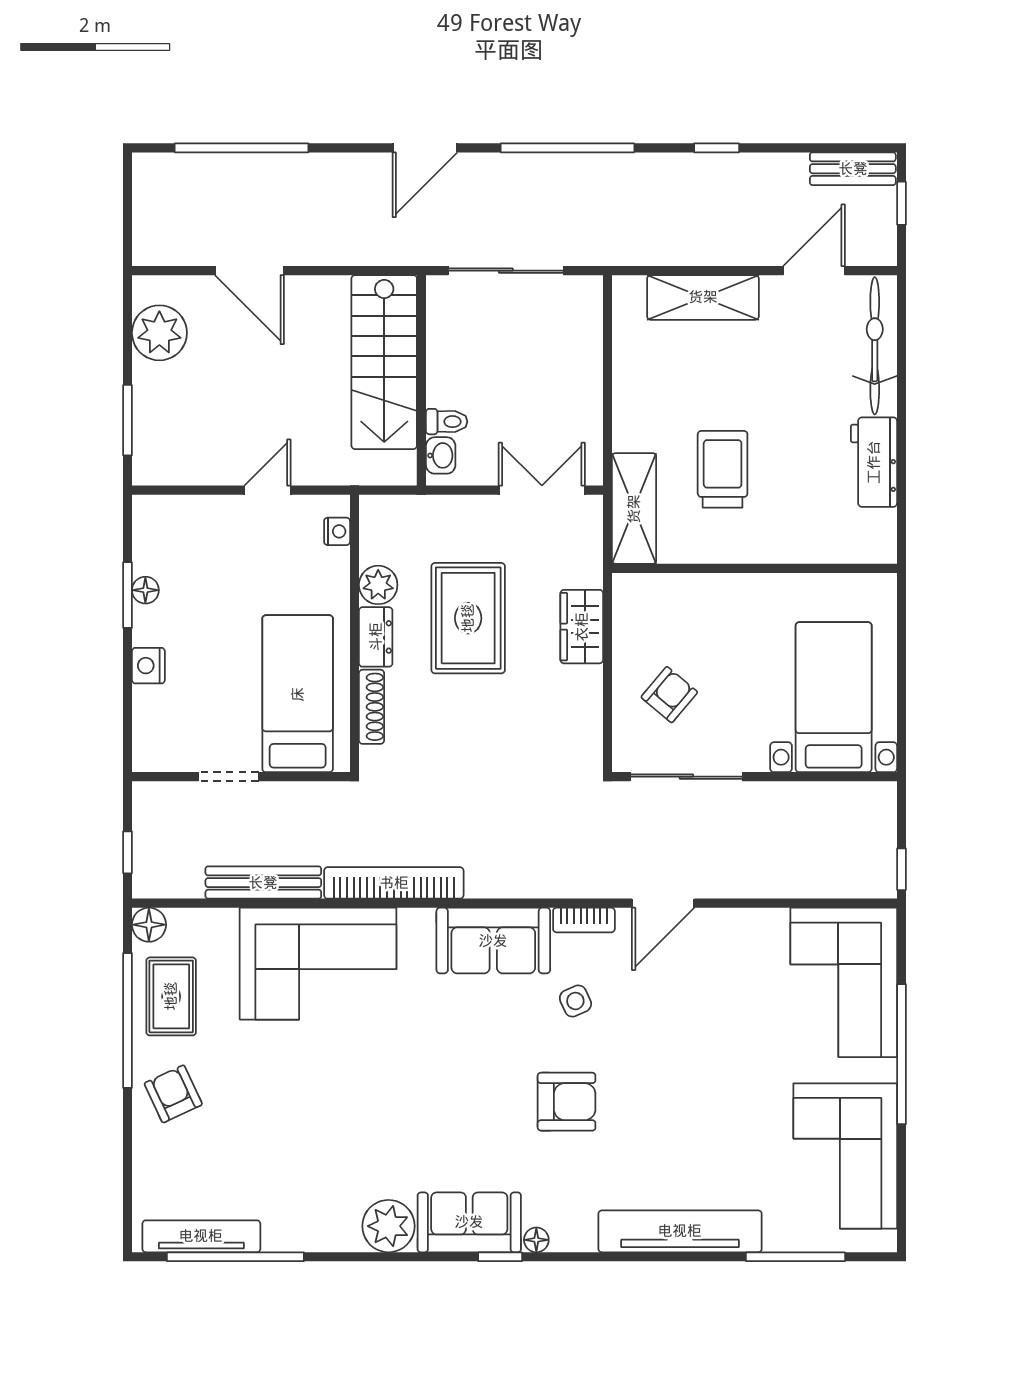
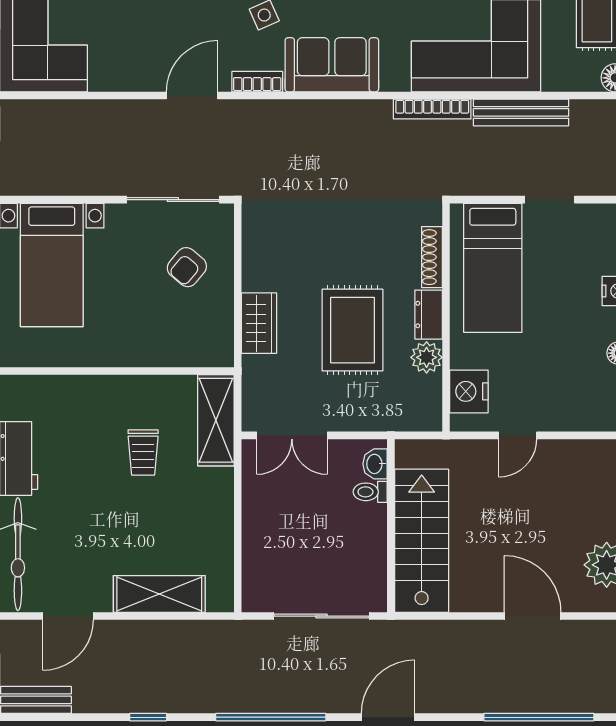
trolley: (723, 469) -> (143, 453), width x0.73, depth x0.72
nightstand: (337, 531) -> (469, 391), width x1.89, depth x1.79
bookcase: (394, 883) -> (432, 109), width x0.68, depth x0.76

